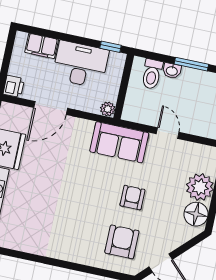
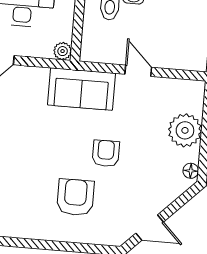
floor lamp: (196, 214) -> (191, 171), width x0.53, depth x0.53
armchair: (122, 242) -> (75, 197), moved

